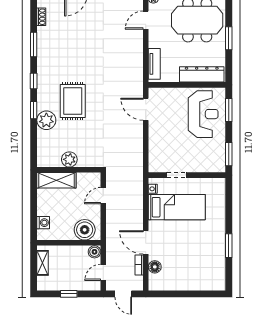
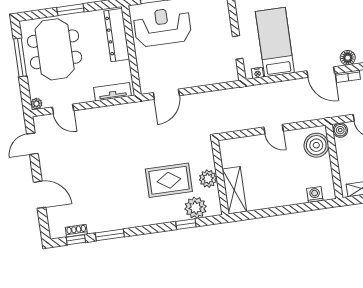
window: (34, 81) -> (76, 240), moved
plant: (69, 159) -> (208, 179), moved
wall: (69, 170) -> (220, 178), moved
shelving: (56, 180) -> (234, 190), moved
door: (146, 242) -> (321, 72), hinge flipped

